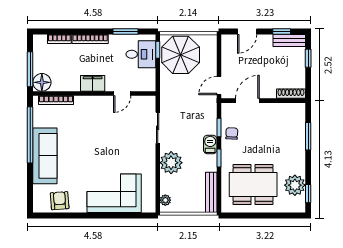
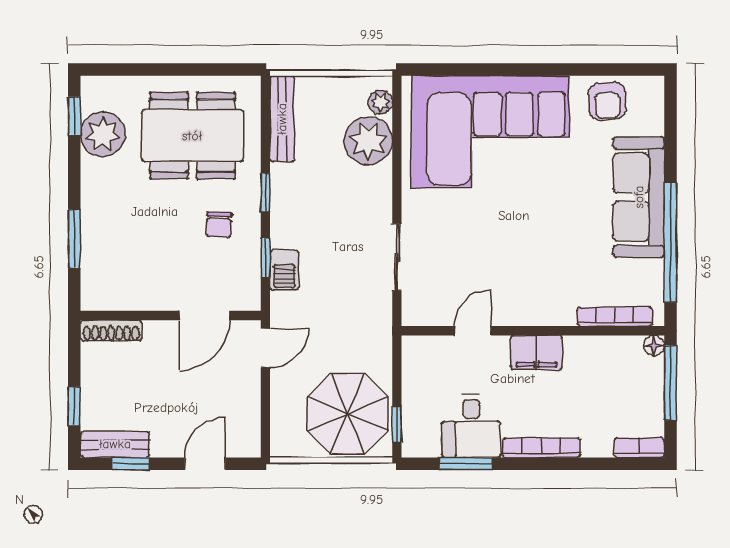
bookcase: (59, 39) -> (639, 448), moved
desk: (141, 54) -> (471, 426), moved, turned -90
floor lamp: (42, 82) -> (654, 346), width x0.53, depth x0.53
chair: (232, 134) -> (219, 225), moved
barbecue: (210, 144) -> (284, 270), moved
plant: (171, 163) -> (368, 141), moved
corner sofa: (114, 193) -> (490, 132), width x1.36, depth x1.36

